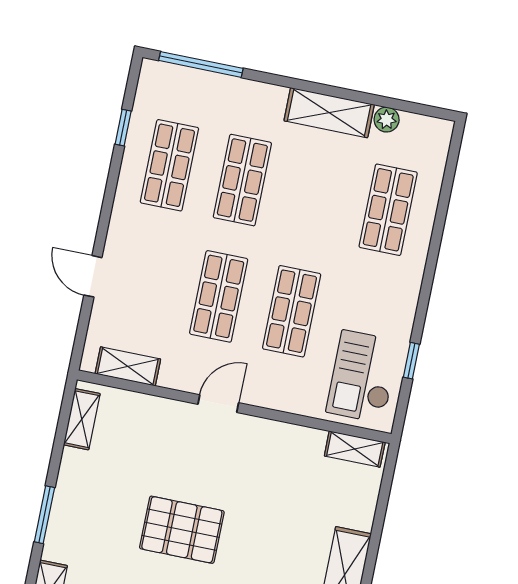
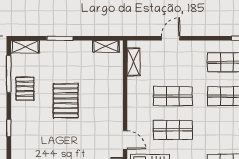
door: (218, 404) -> (125, 140), moved

